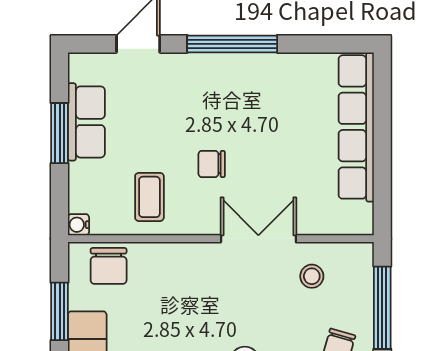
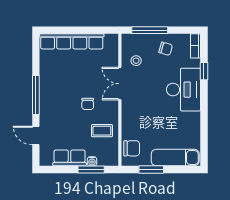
window: (60, 133) -> (91, 169), moved
water cooler: (78, 225) -> (92, 161), moved

